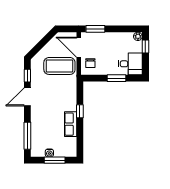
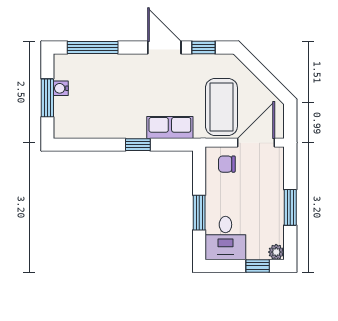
window: (95, 29) -> (290, 207), moved
row of seats: (71, 124) -> (170, 128), moved

